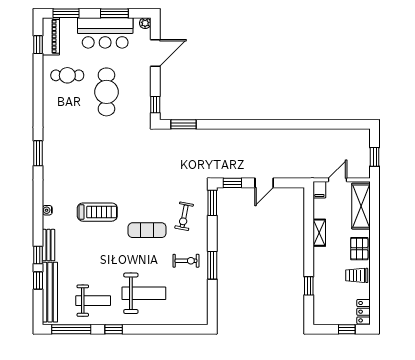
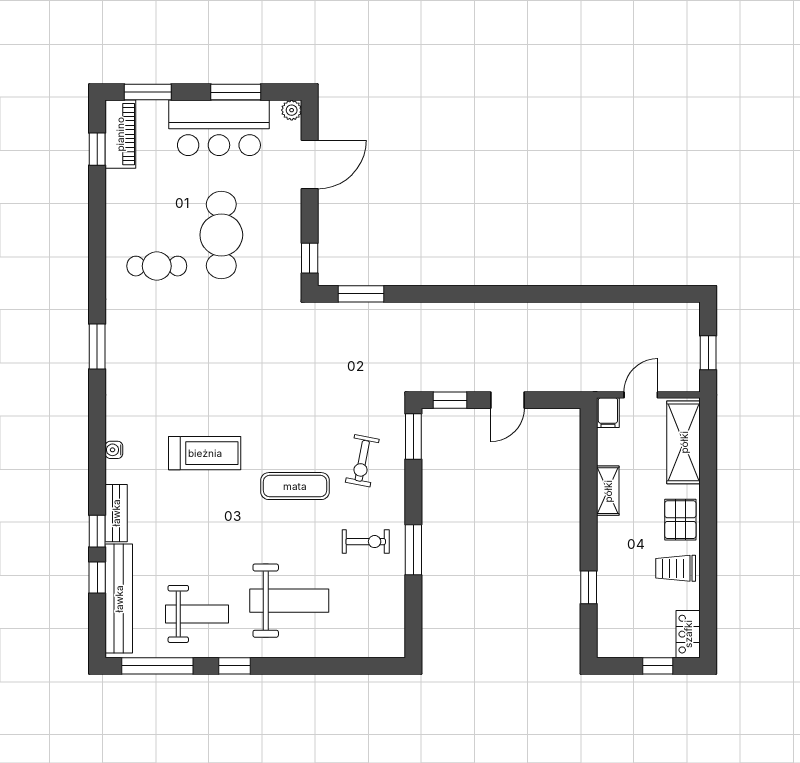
cafe table: (67, 75) -> (157, 266), moved

